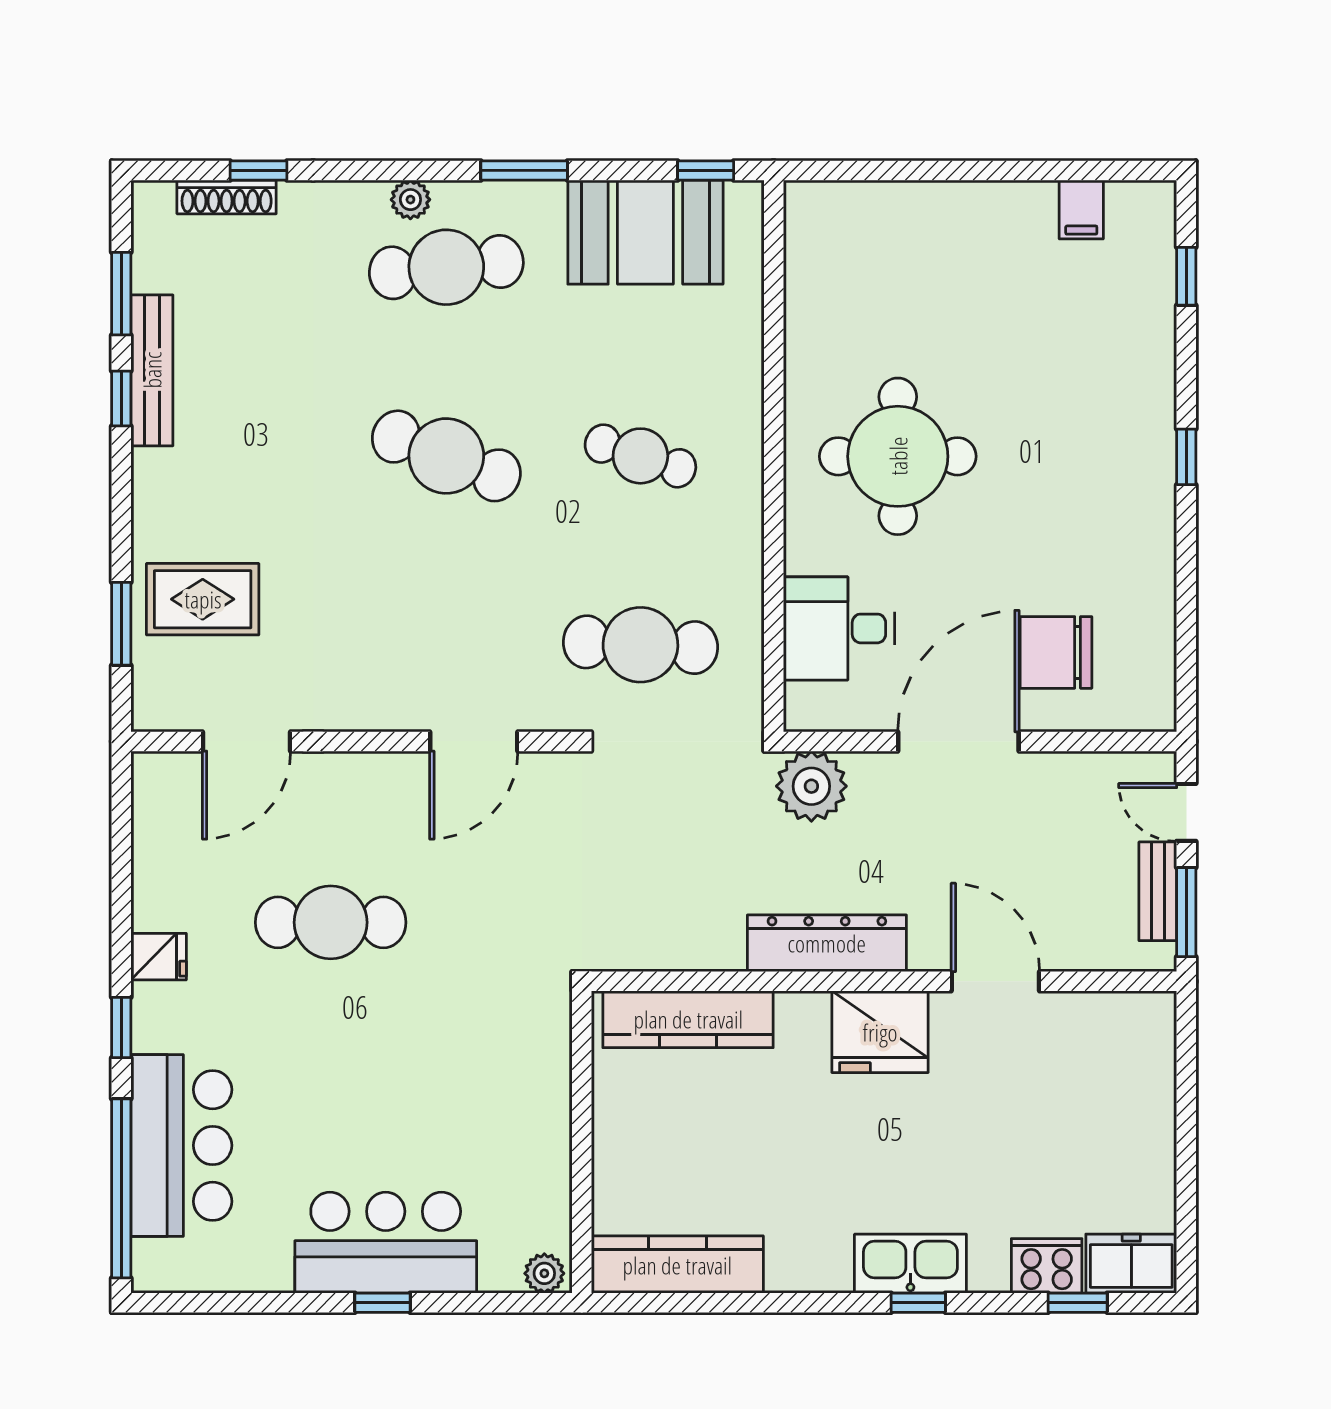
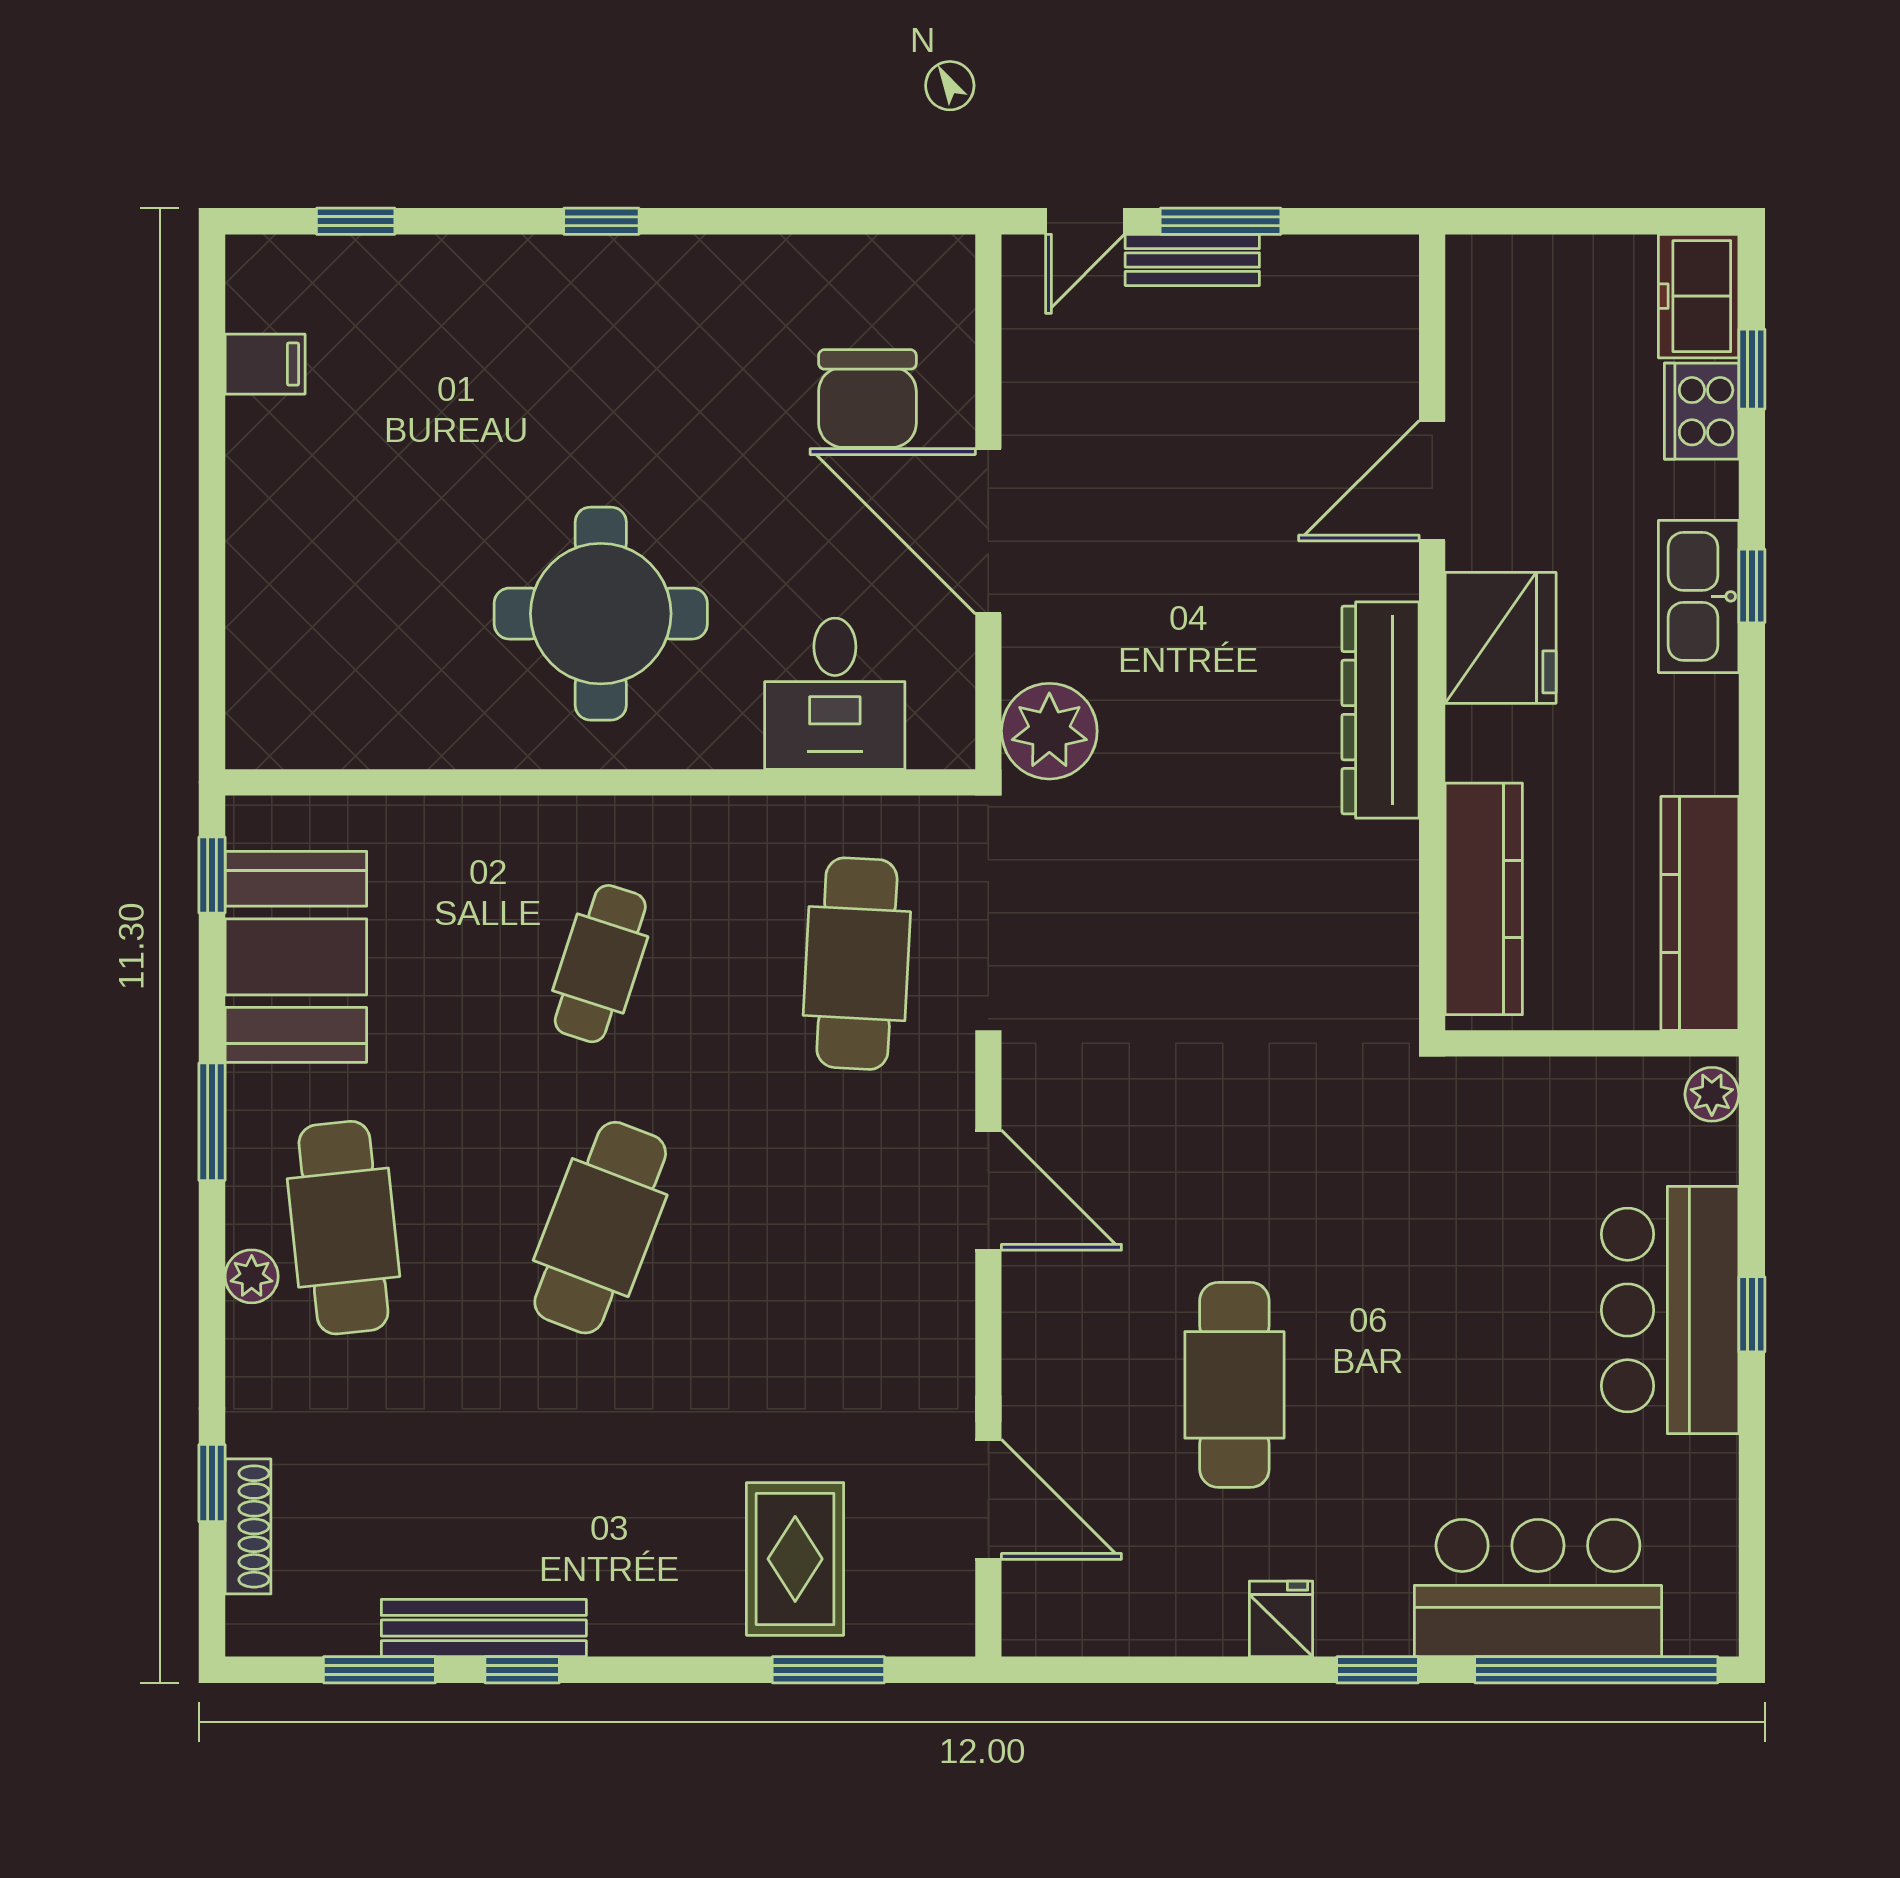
dresser: (827, 943) -> (1380, 710), moved
wall: (884, 981) -> (1432, 632), moved
door: (995, 981) -> (1432, 481), moved
kitchen counter: (688, 1019) -> (1484, 899), moved
fridge: (880, 1032) -> (1501, 638), moved

